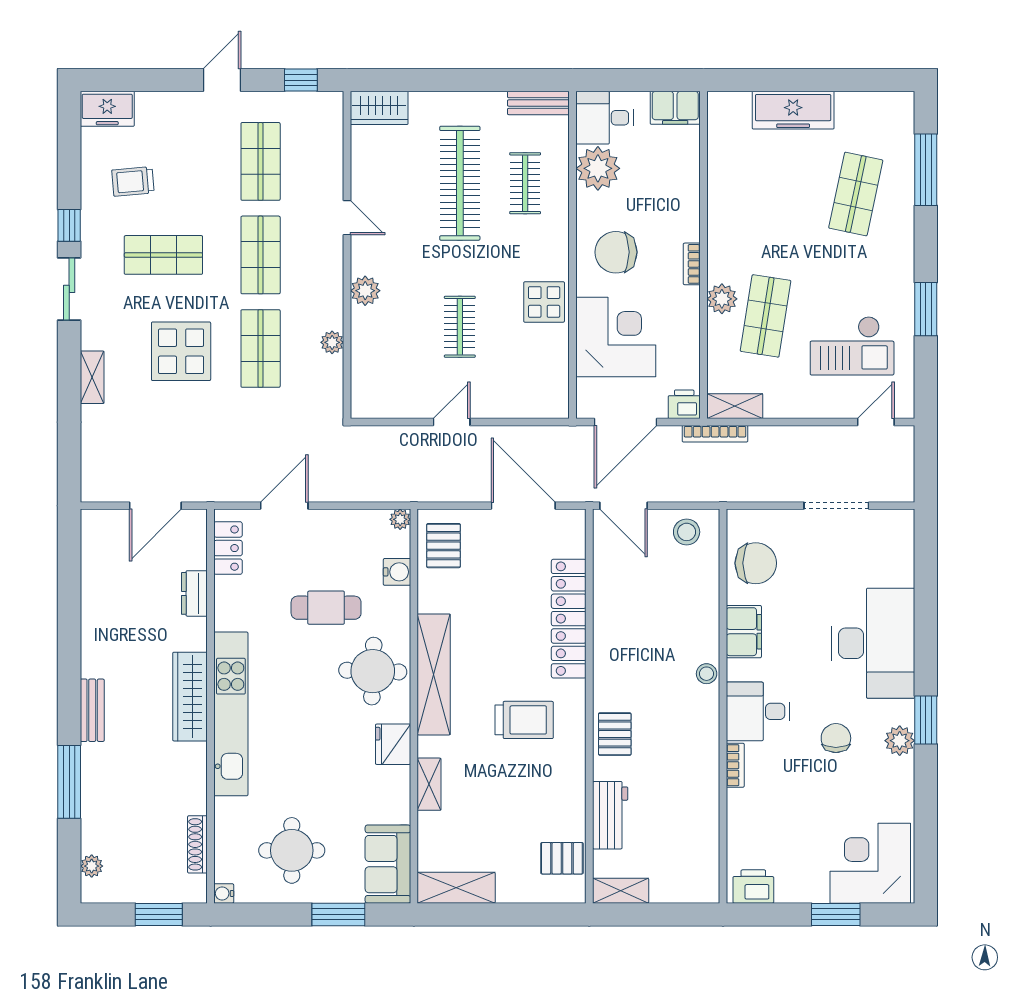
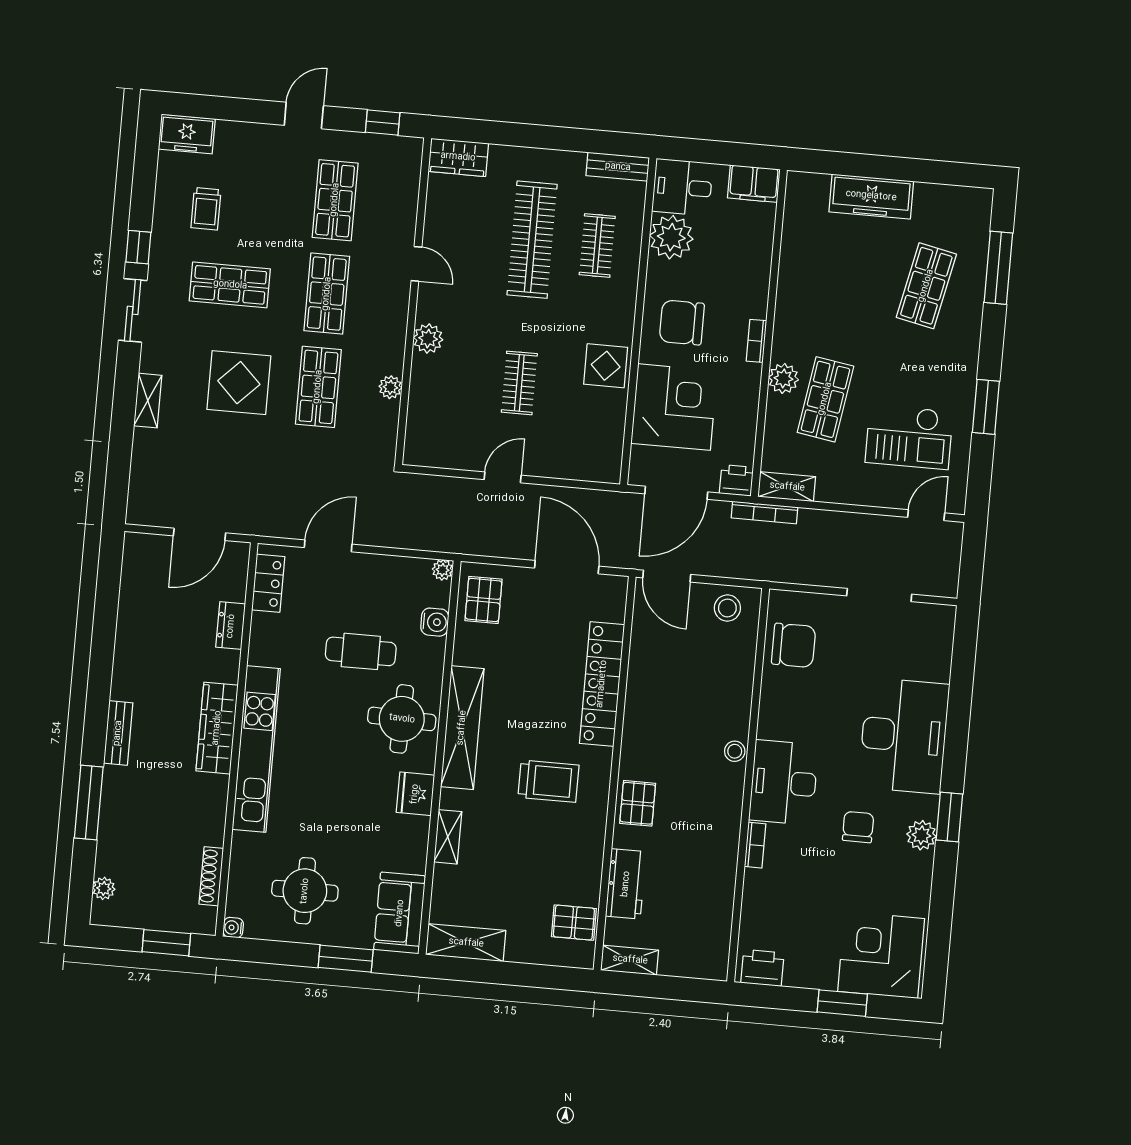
trolley: (133, 181) -> (206, 209), turned -85
filing cabinet: (744, 632) -> (776, 713), removed
desk: (758, 711) -> (784, 783), width x1.37

